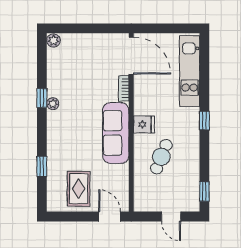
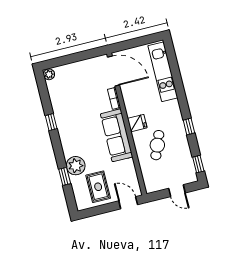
plant: (53, 104) -> (76, 166), moved, width x1.88, depth x1.88
window: (204, 121) -> (189, 126), moved

